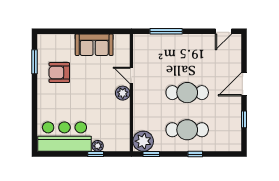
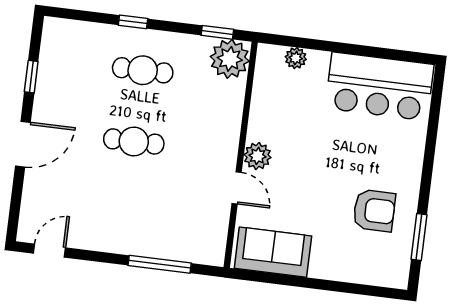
sofa: (94, 45) -> (273, 252), moved
cafe table: (187, 93) -> (134, 141), width x0.73, depth x0.74
cafe table: (187, 130) -> (143, 70), width x0.73, depth x0.74
plant: (98, 146) -> (296, 58), moved
window: (96, 154) -> (324, 46), removed

